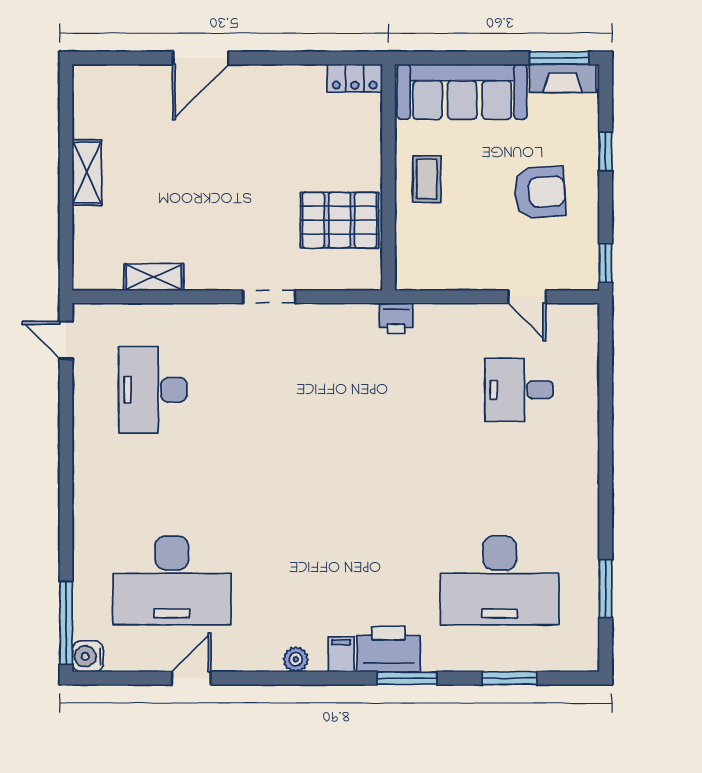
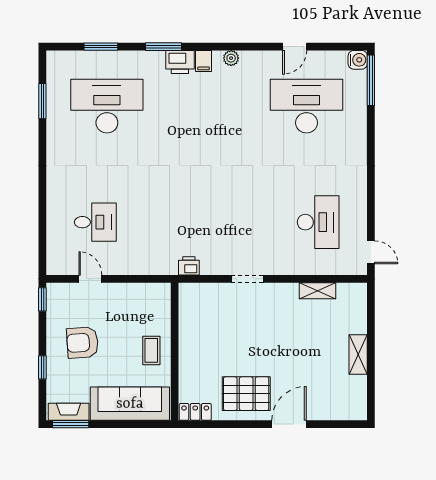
pallet: (339, 220) -> (246, 394), moved
printer: (396, 318) -> (189, 266), moved
printer: (388, 649) -> (180, 62), width x0.73, depth x0.84

